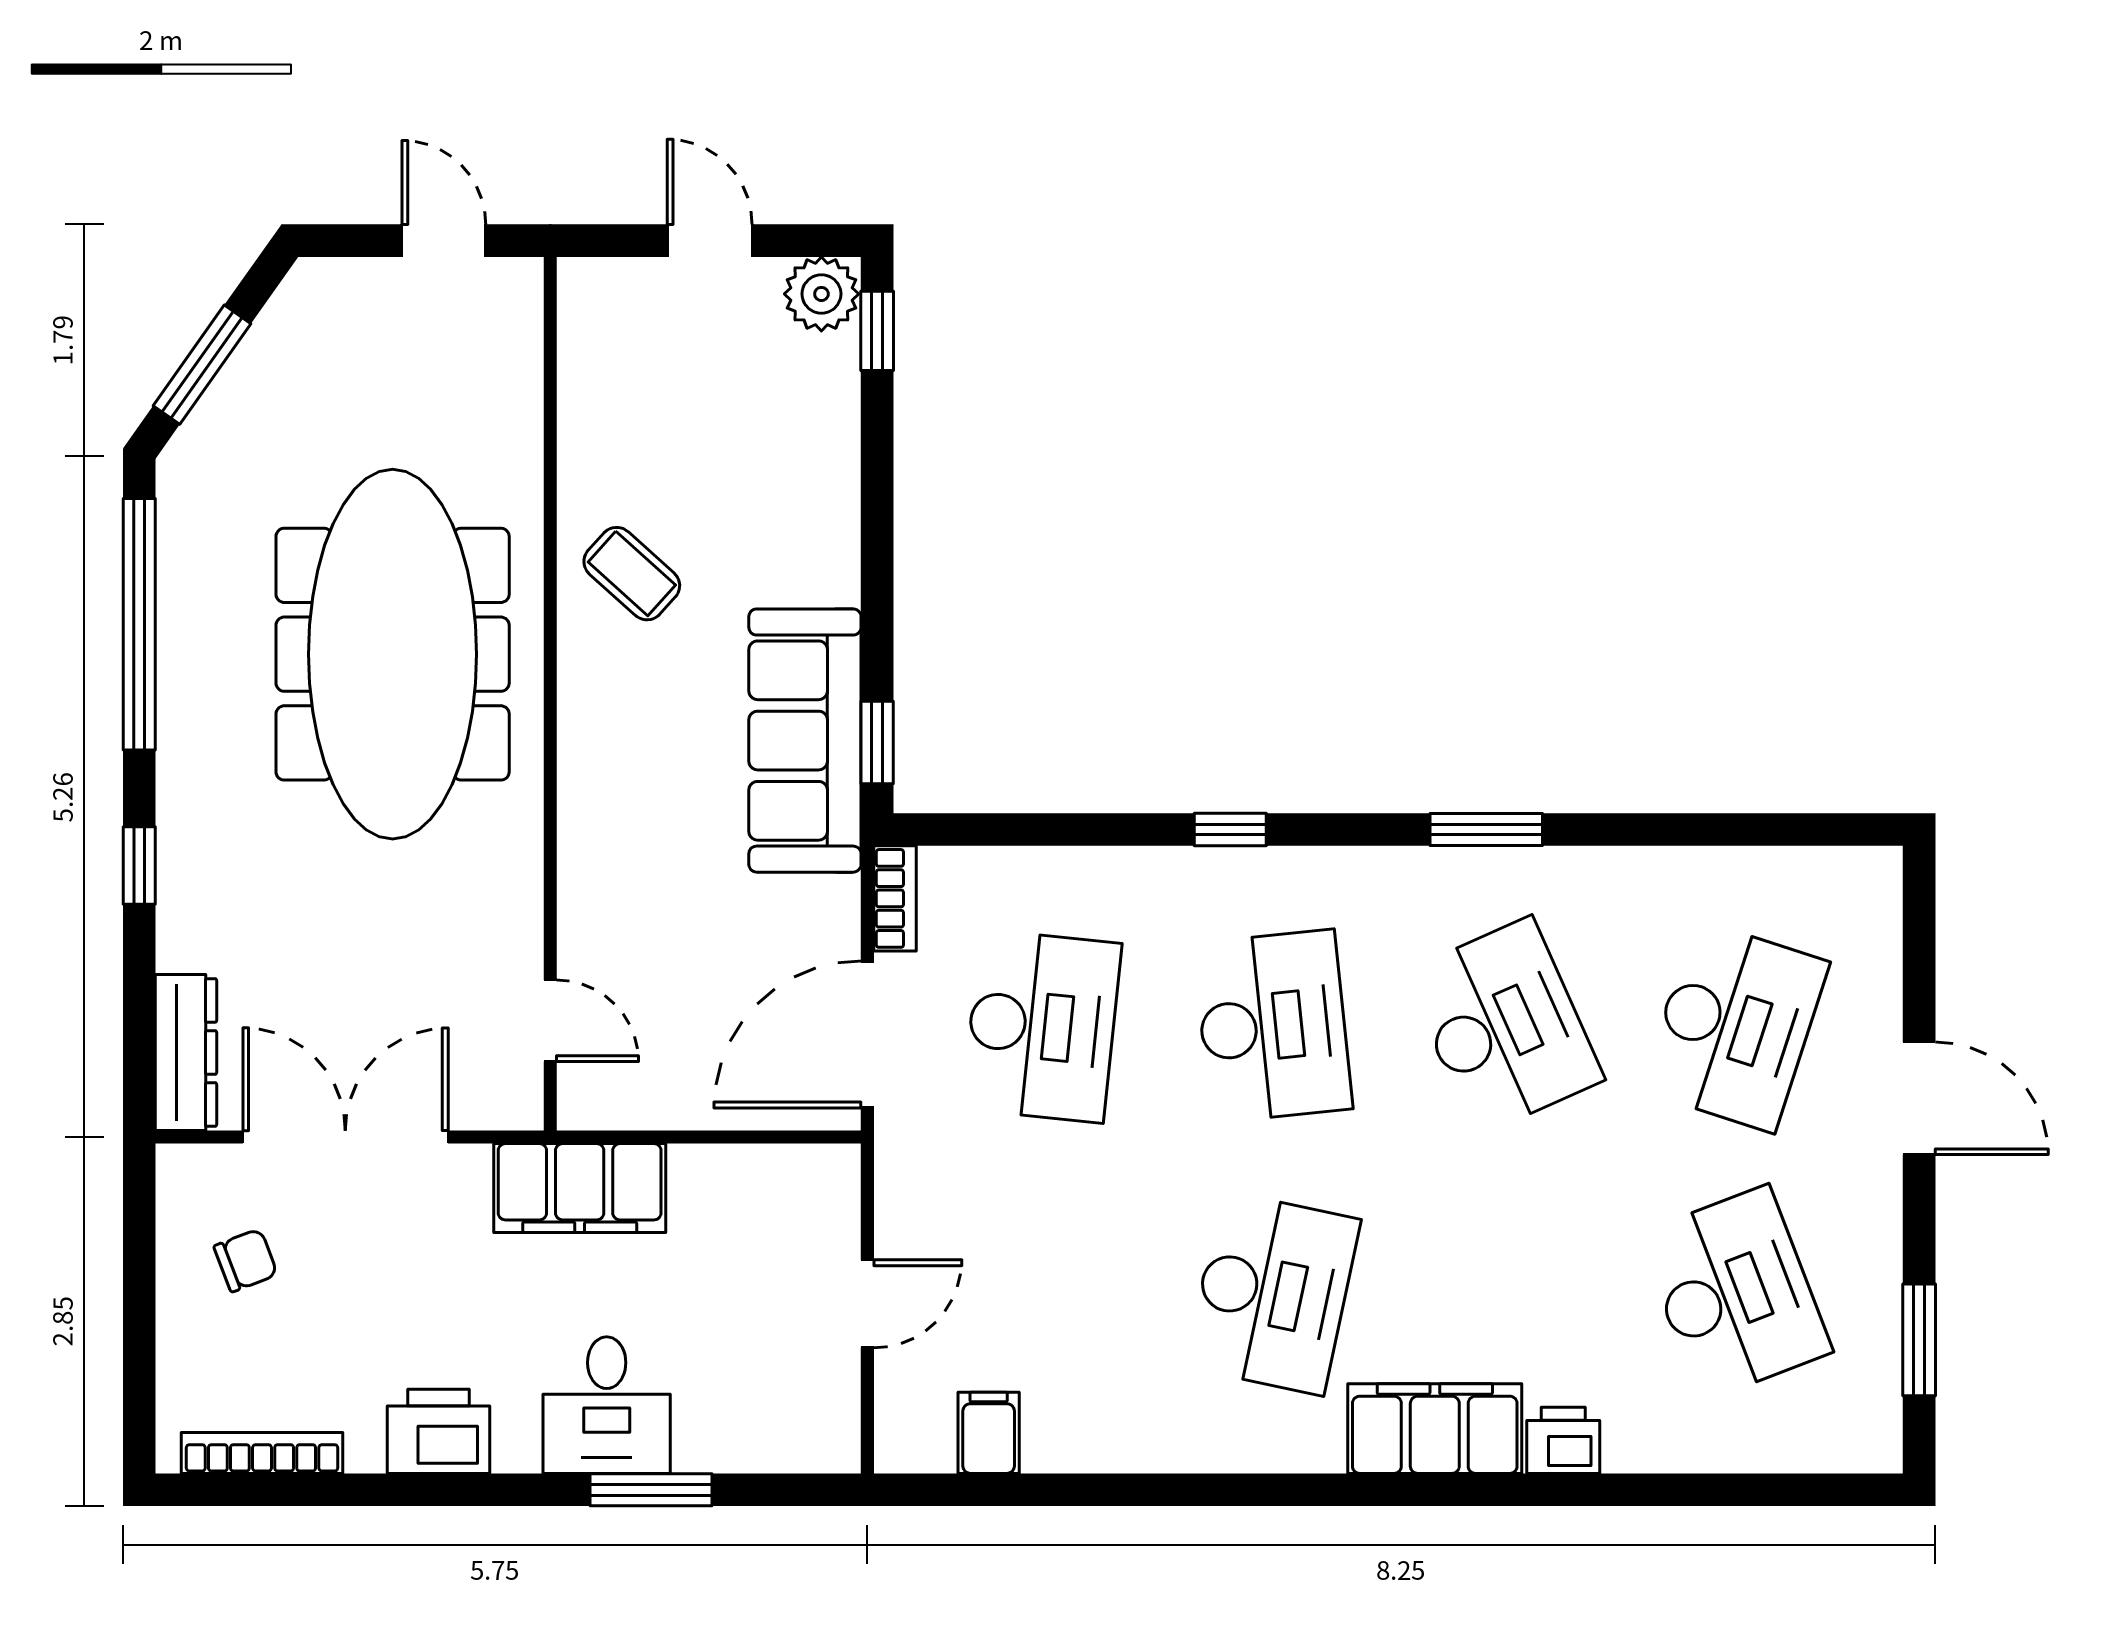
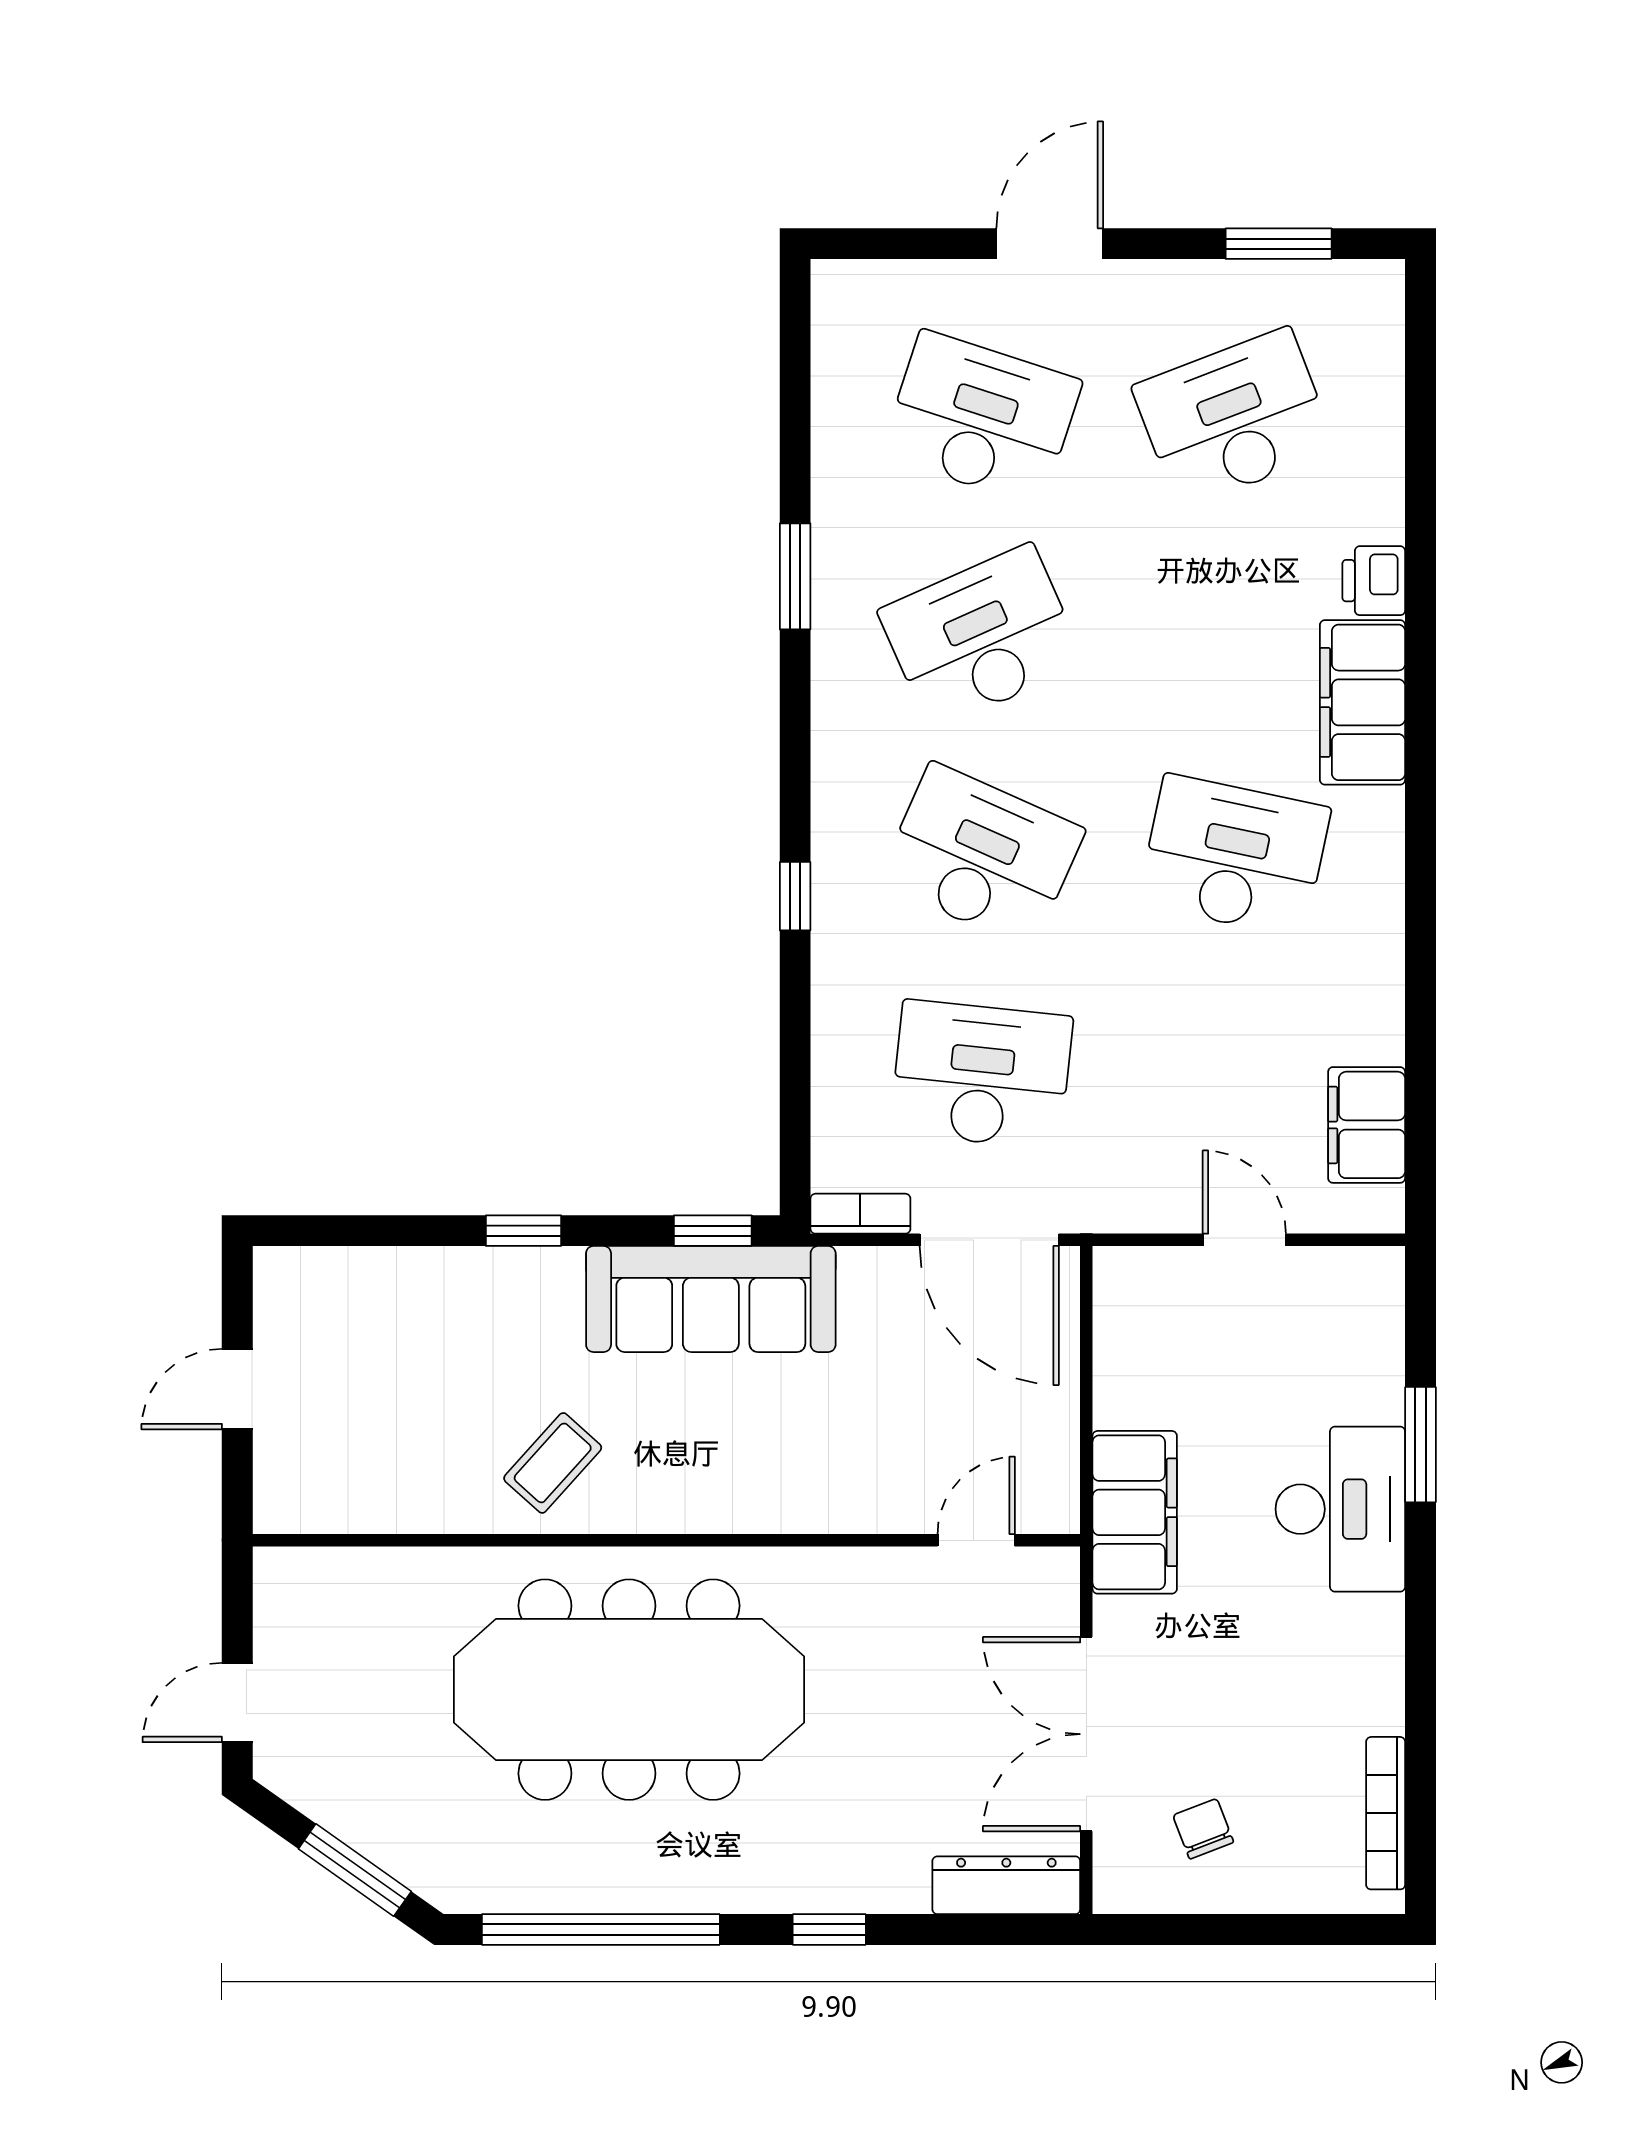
door: (444, 241) -> (237, 1703), moved
plant: (821, 294) -> (288, 1283), removed
window: (877, 331) -> (524, 1231), moved
window: (1486, 830) -> (795, 576), moved
desk: (1273, 1026) -> (981, 856), turned 30
desk: (607, 1405) -> (1340, 1509), width x1.37
printer: (439, 1431) -> (1365, 1646), removed
filing cabinet: (989, 1433) -> (1367, 1125), width x2.00

